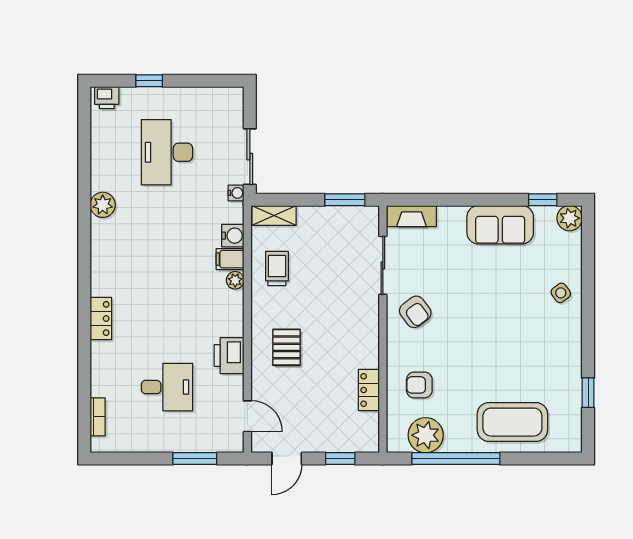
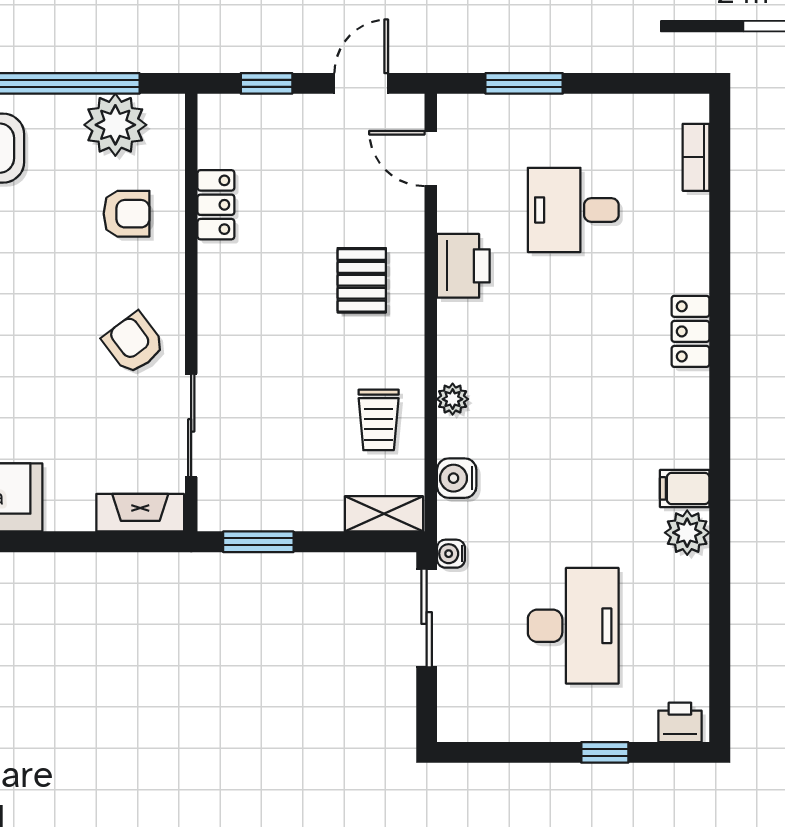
filing cabinet: (230, 259) -> (685, 488), moved, turned 180

